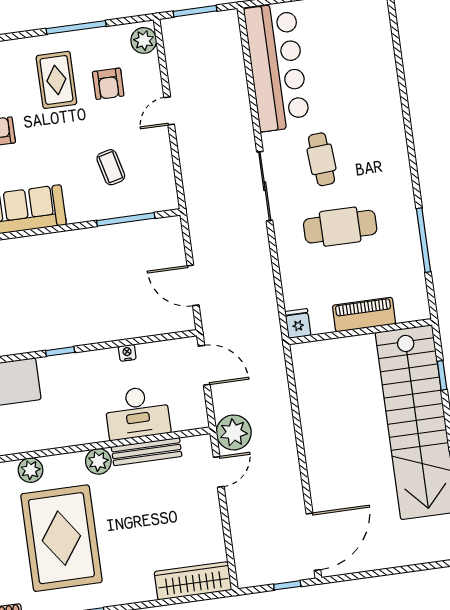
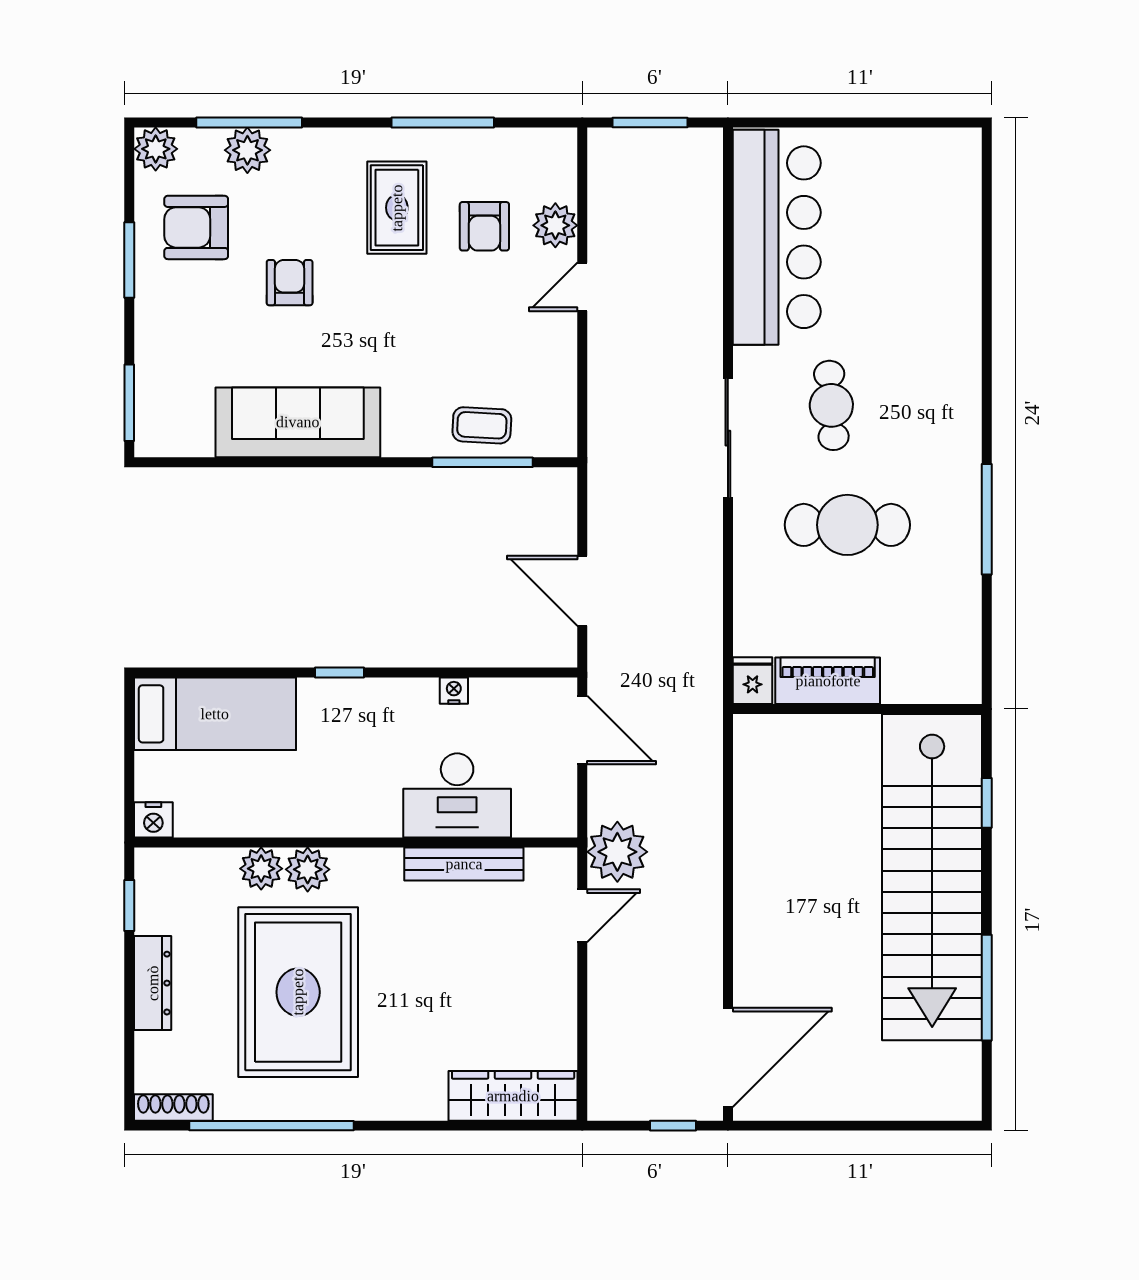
plant: (144, 40) -> (555, 225), moved
coffee table: (111, 167) -> (482, 425), moved, turned -73
window: (424, 240) -> (987, 519), moved
piano: (364, 315) -> (828, 681), moved
plant: (98, 461) -> (308, 869), moved

